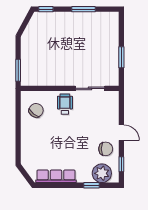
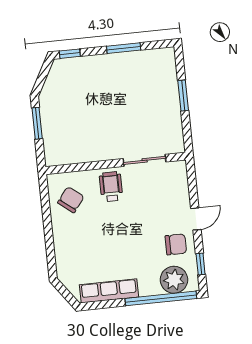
window: (121, 57) -> (183, 95), moved
window: (18, 70) -> (37, 123), moved
door: (121, 133) -> (196, 219), hinge flipped
window: (91, 185) -> (161, 298), width x3.17

